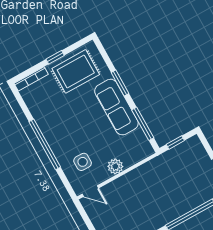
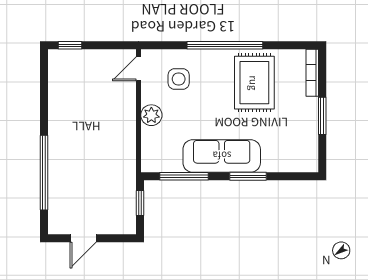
window: (55, 57) -> (322, 116), width x1.50
rug: (76, 71) -> (254, 83), moved

